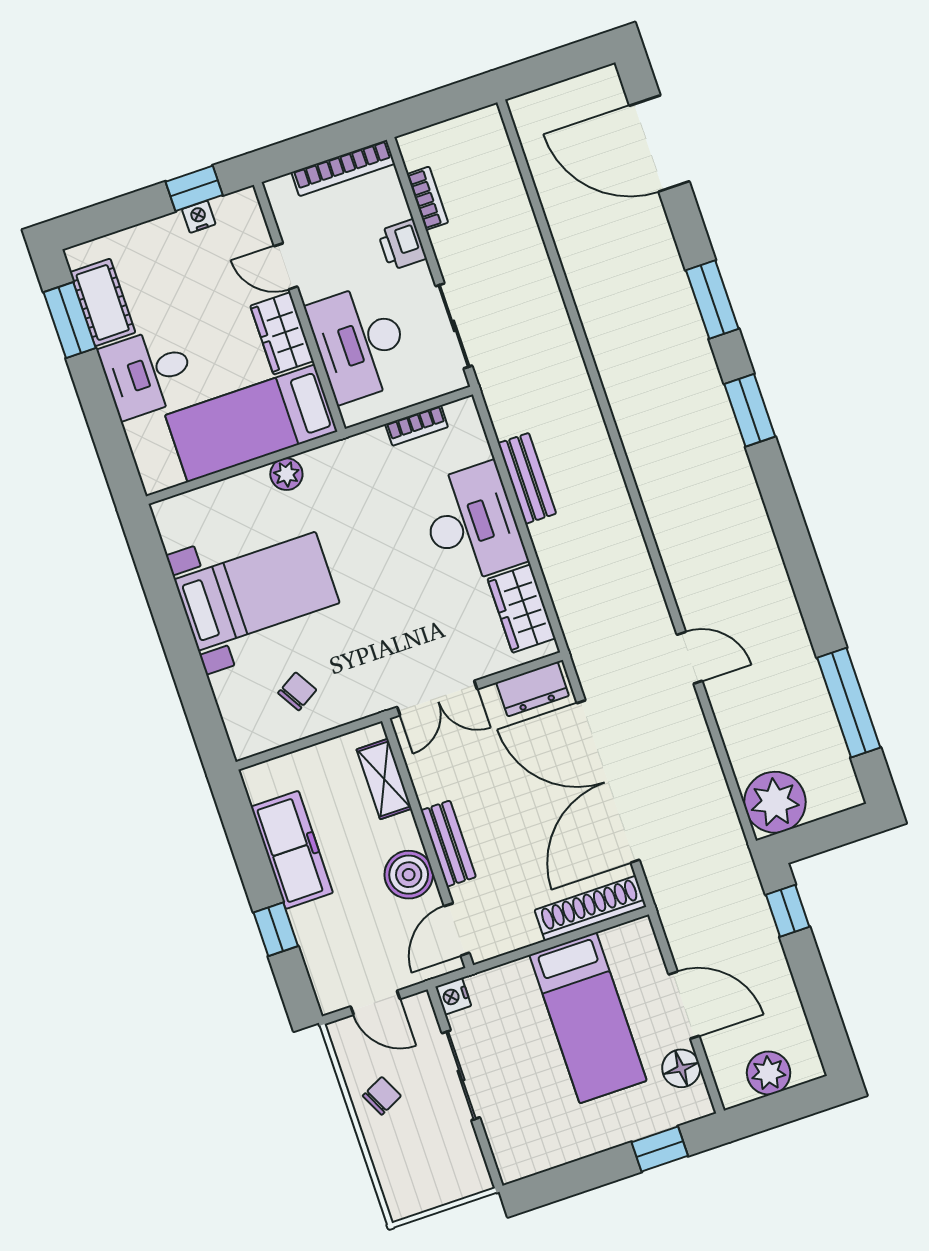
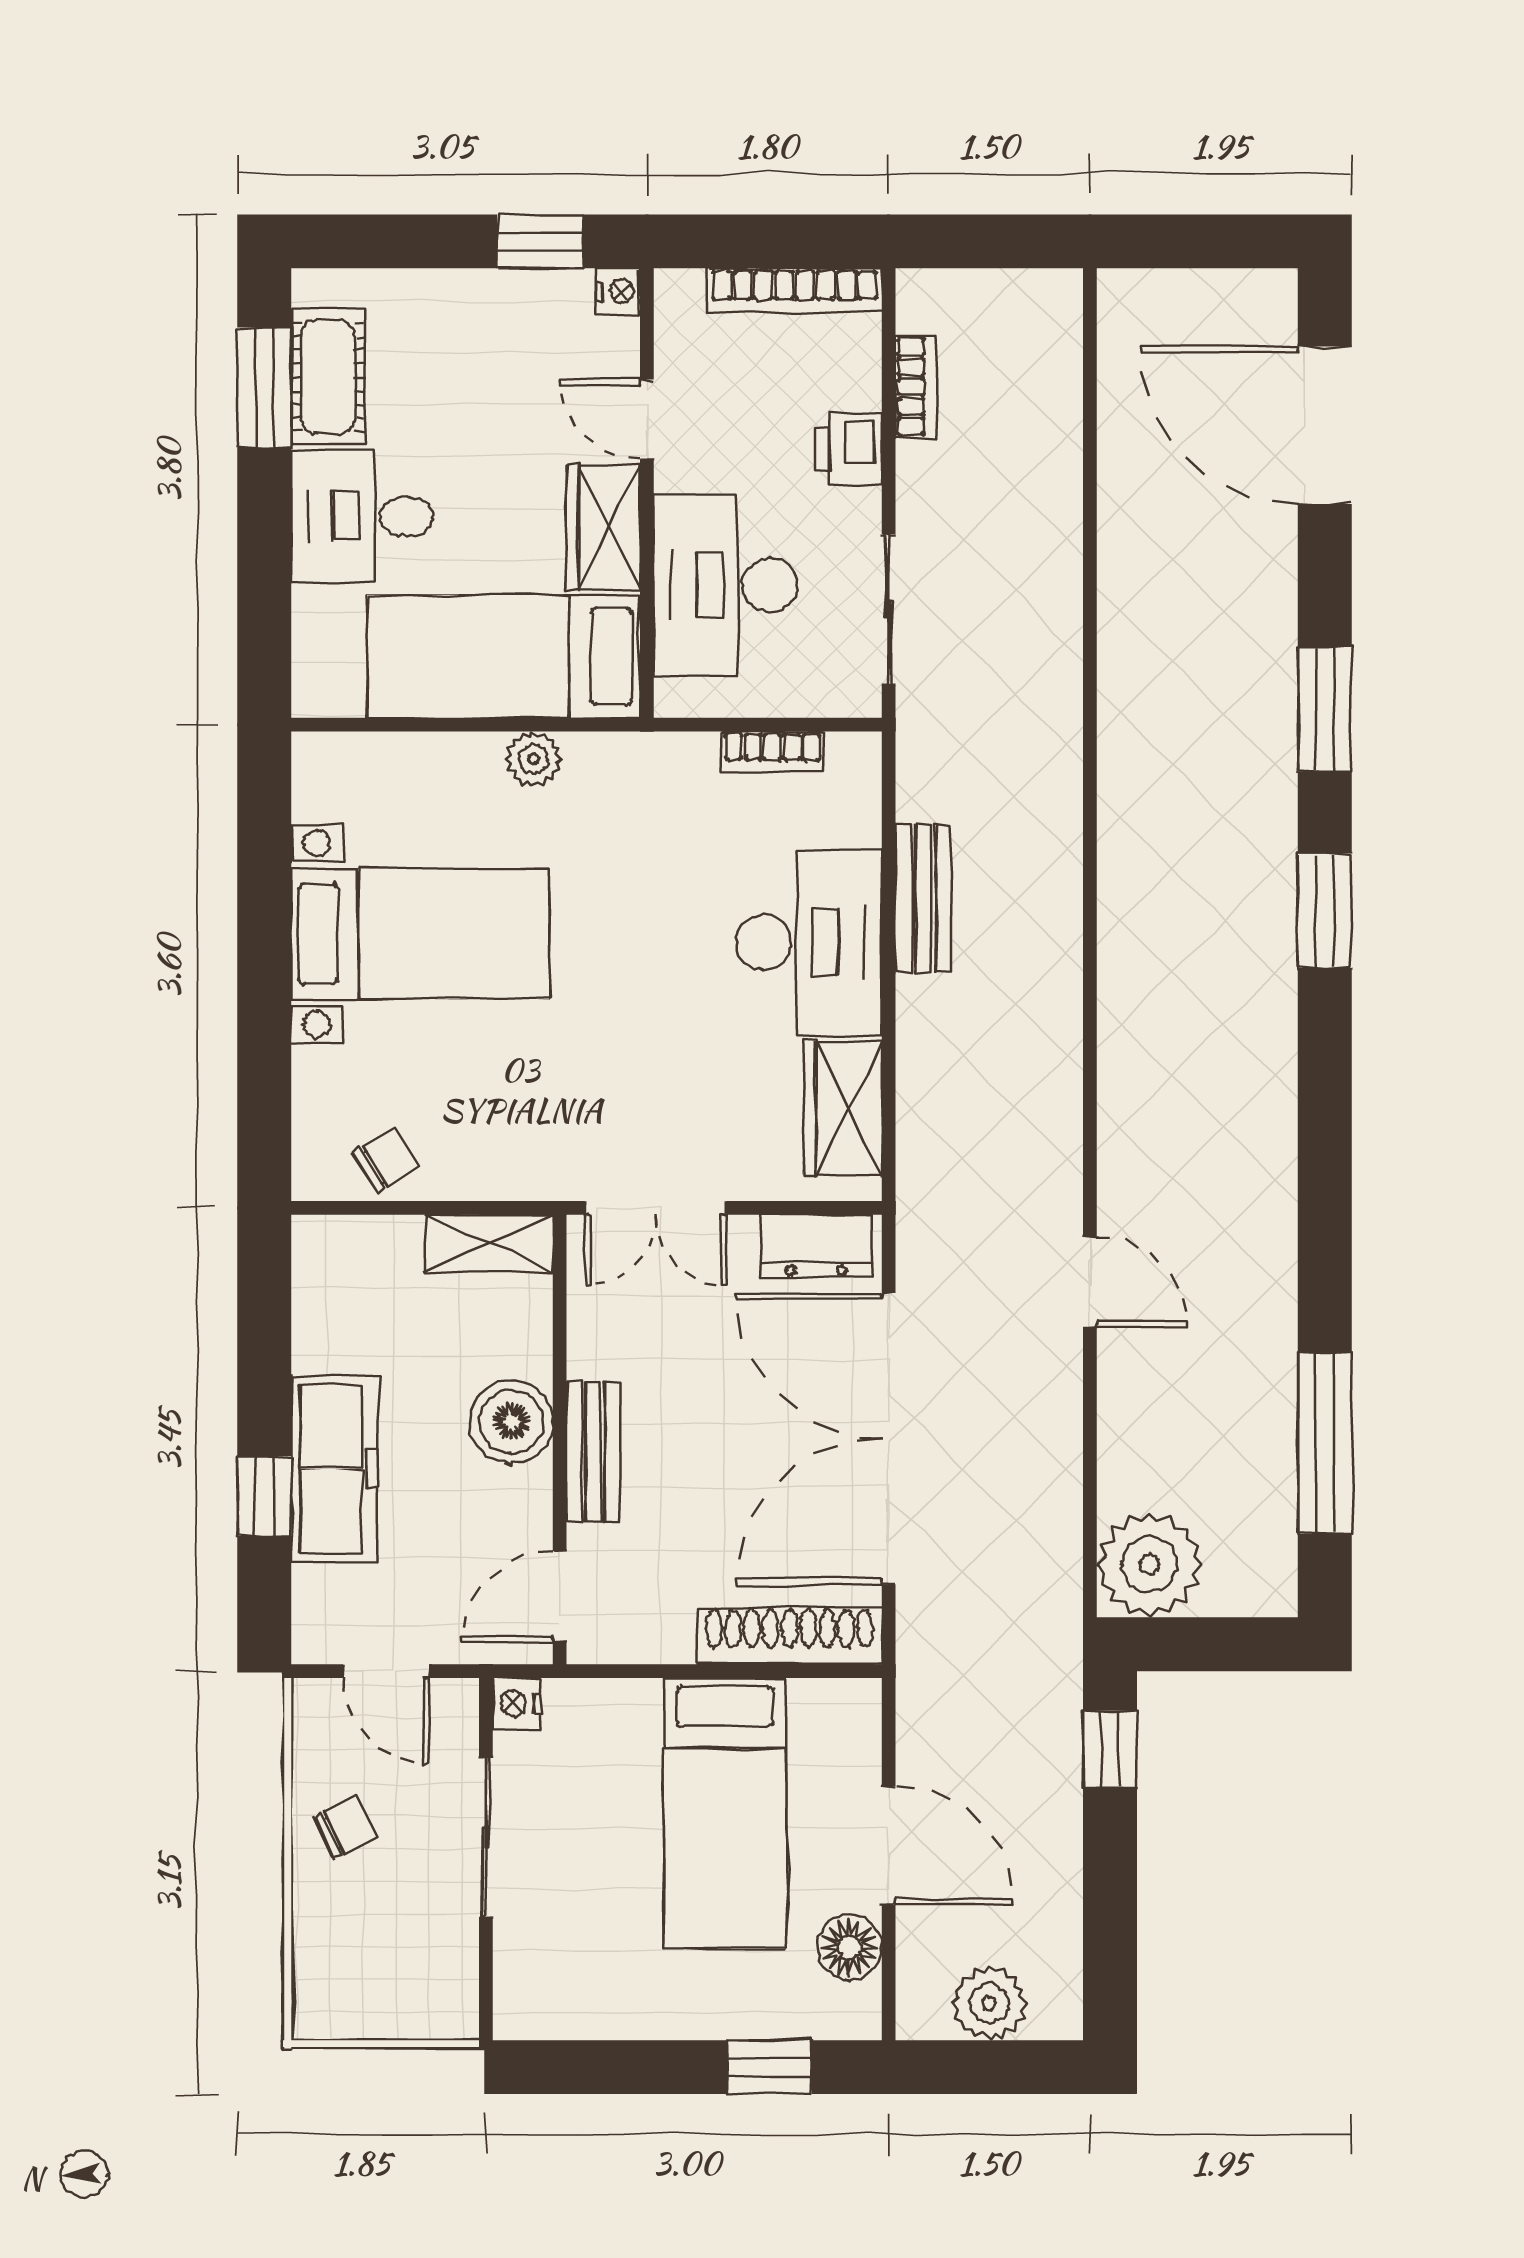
nightstand: (199, 217) -> (618, 292), moved, turned 90
chair: (297, 691) -> (386, 1160), moved
shelving: (384, 779) -> (489, 1243), moved, turned 90
freezer: (292, 850) -> (334, 1469), moved
boiler: (409, 875) -> (511, 1422), moved

